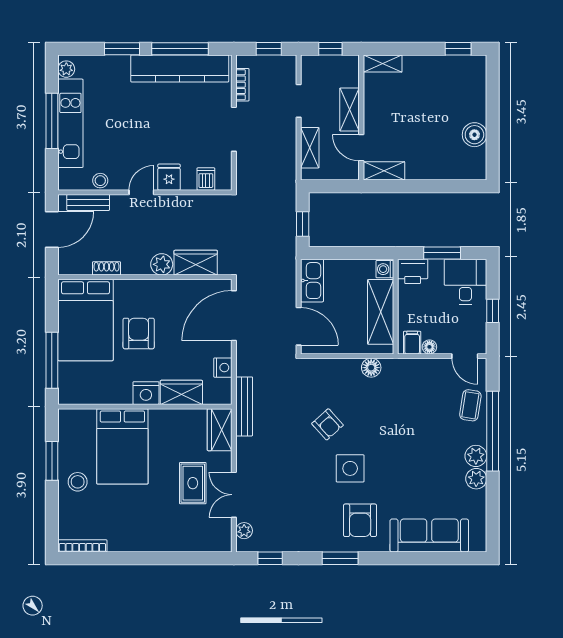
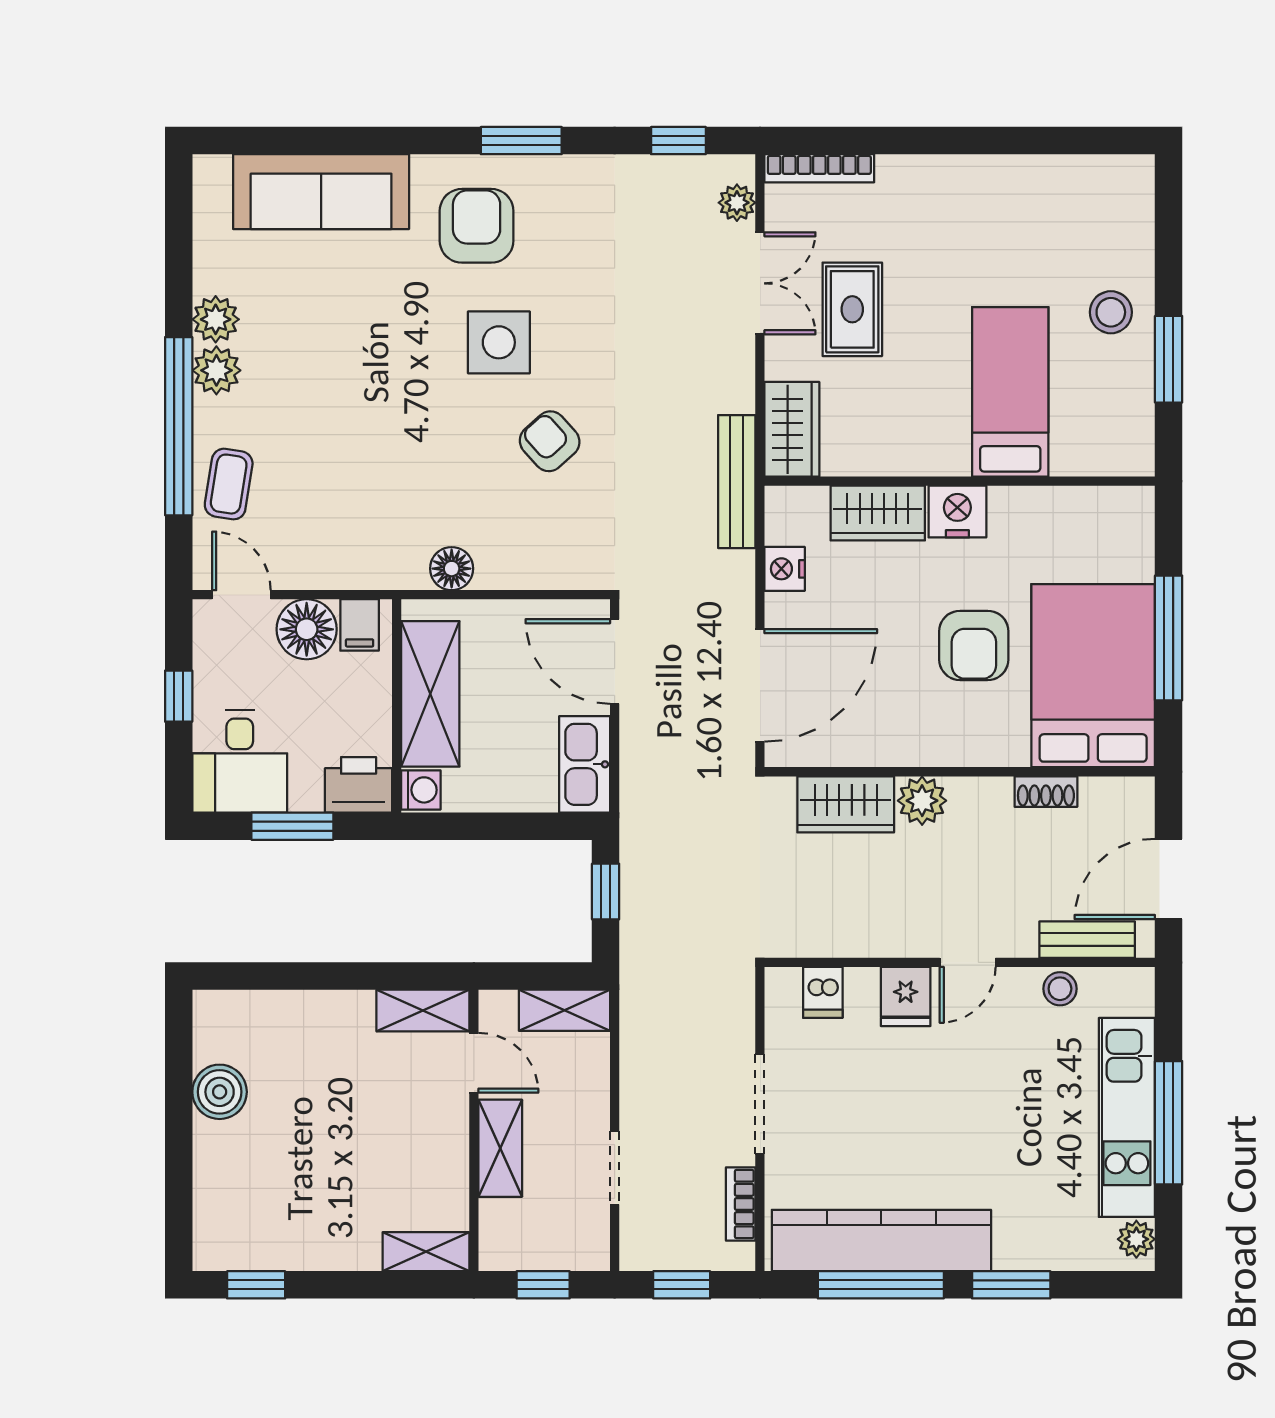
shelving: (310, 148) -> (564, 1010), moved, turned 90
floor lamp: (429, 347) -> (307, 629), width x1.89, depth x1.89
window: (52, 360) -> (1169, 638), moved
bed: (122, 446) -> (1010, 392), width x0.67
bookcase: (82, 546) -> (819, 168), moved

